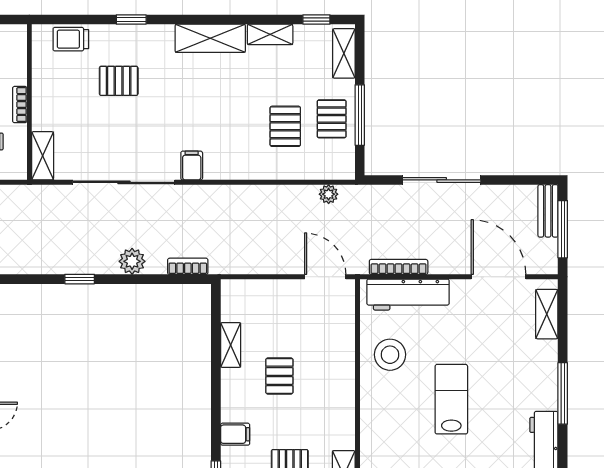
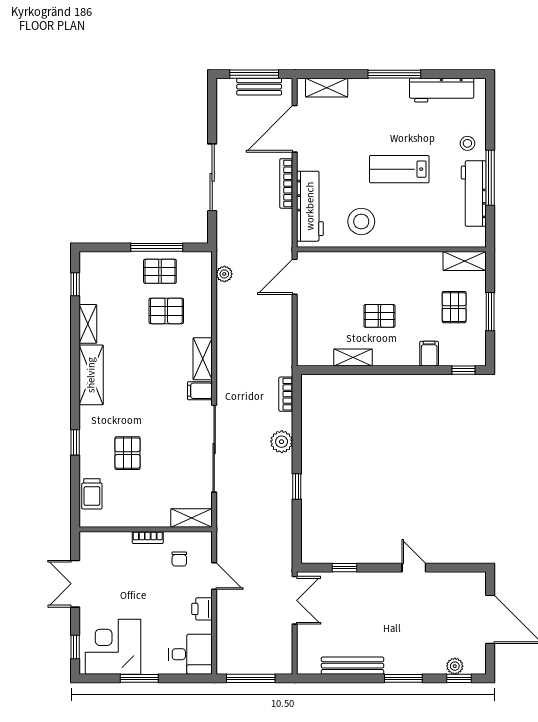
shelving: (344, 53) -> (203, 359), moved, turned 90
bench: (548, 211) -> (259, 87), moved
bookcase: (399, 267) -> (286, 183), moved

